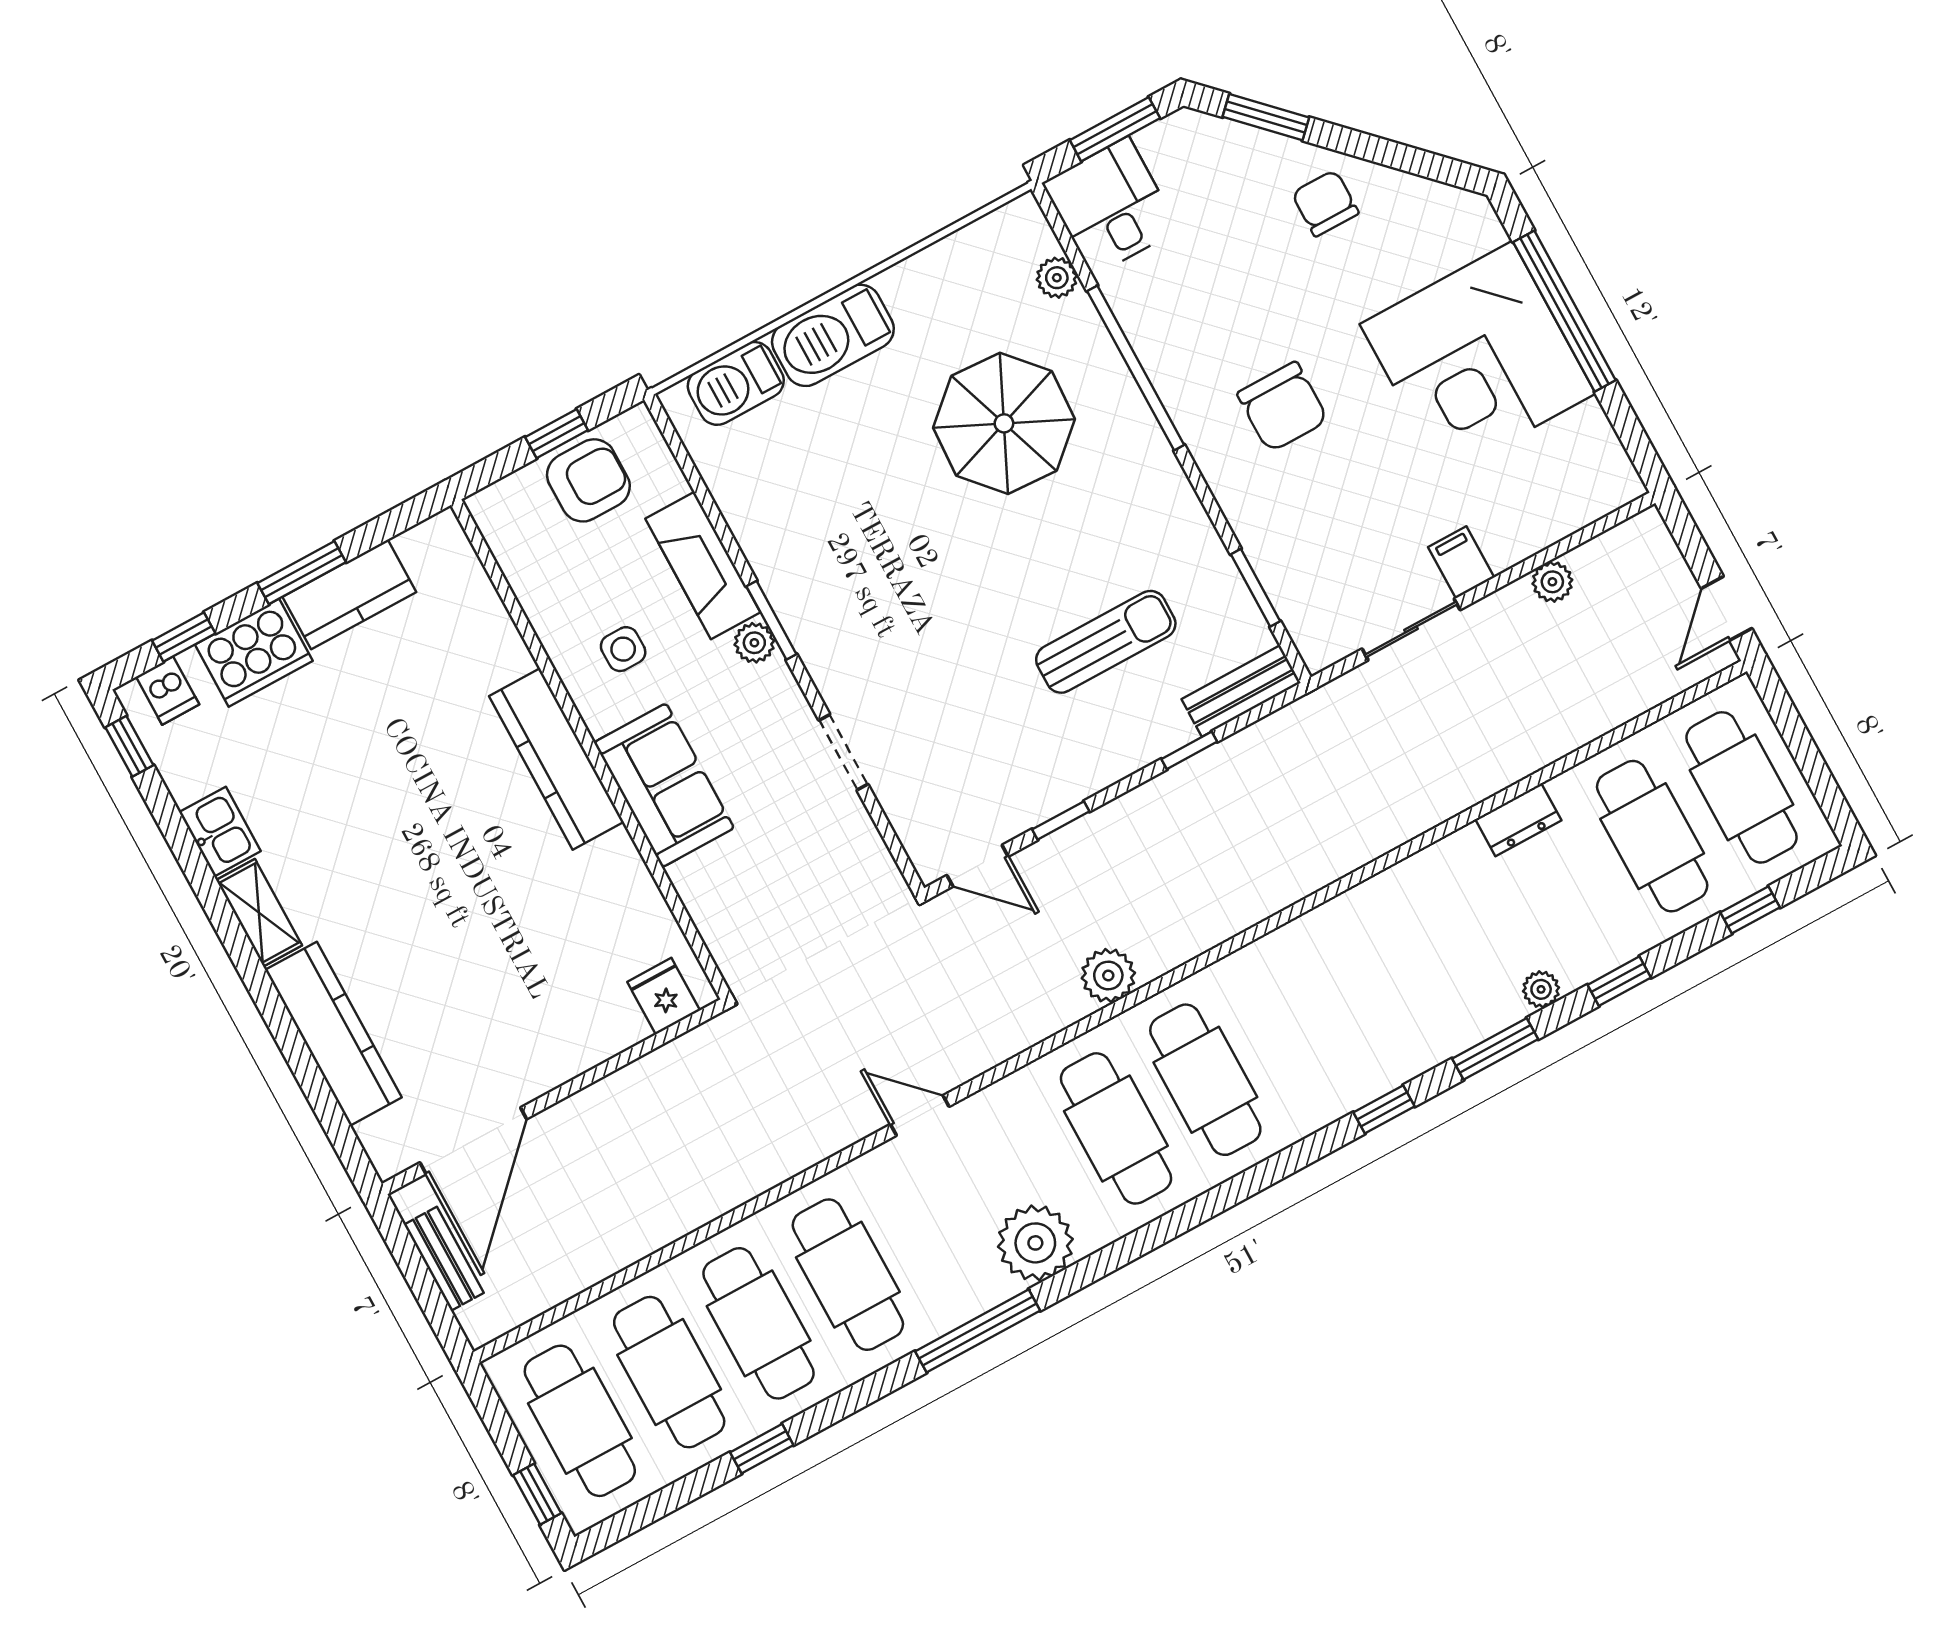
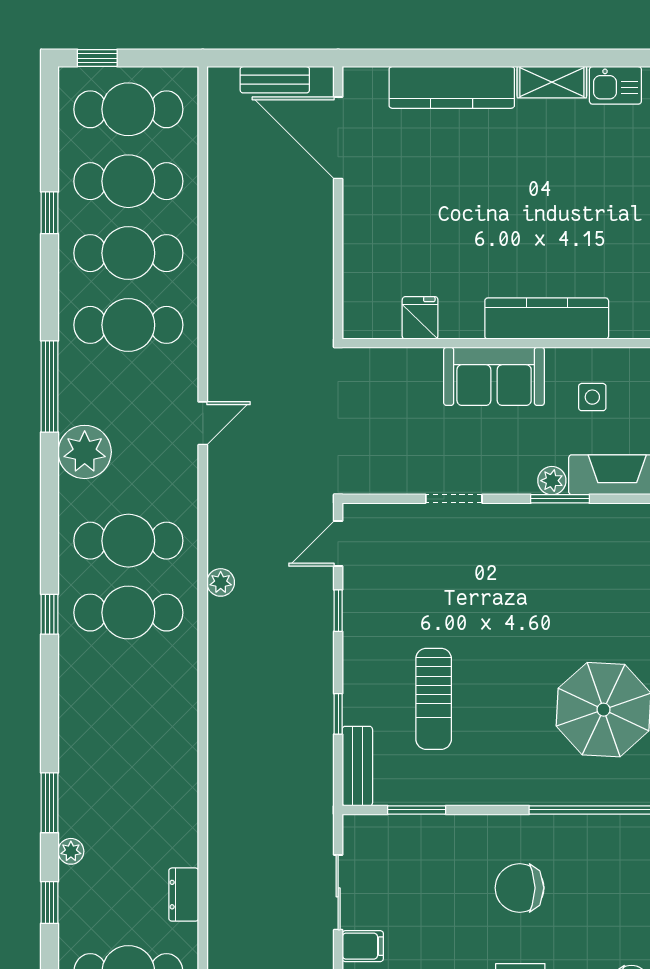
plant: (1108, 975) -> (221, 582), width x0.73, depth x0.73
fridge: (664, 996) -> (420, 318), moved, turned -90
window: (1384, 1109) -> (50, 614), moved

